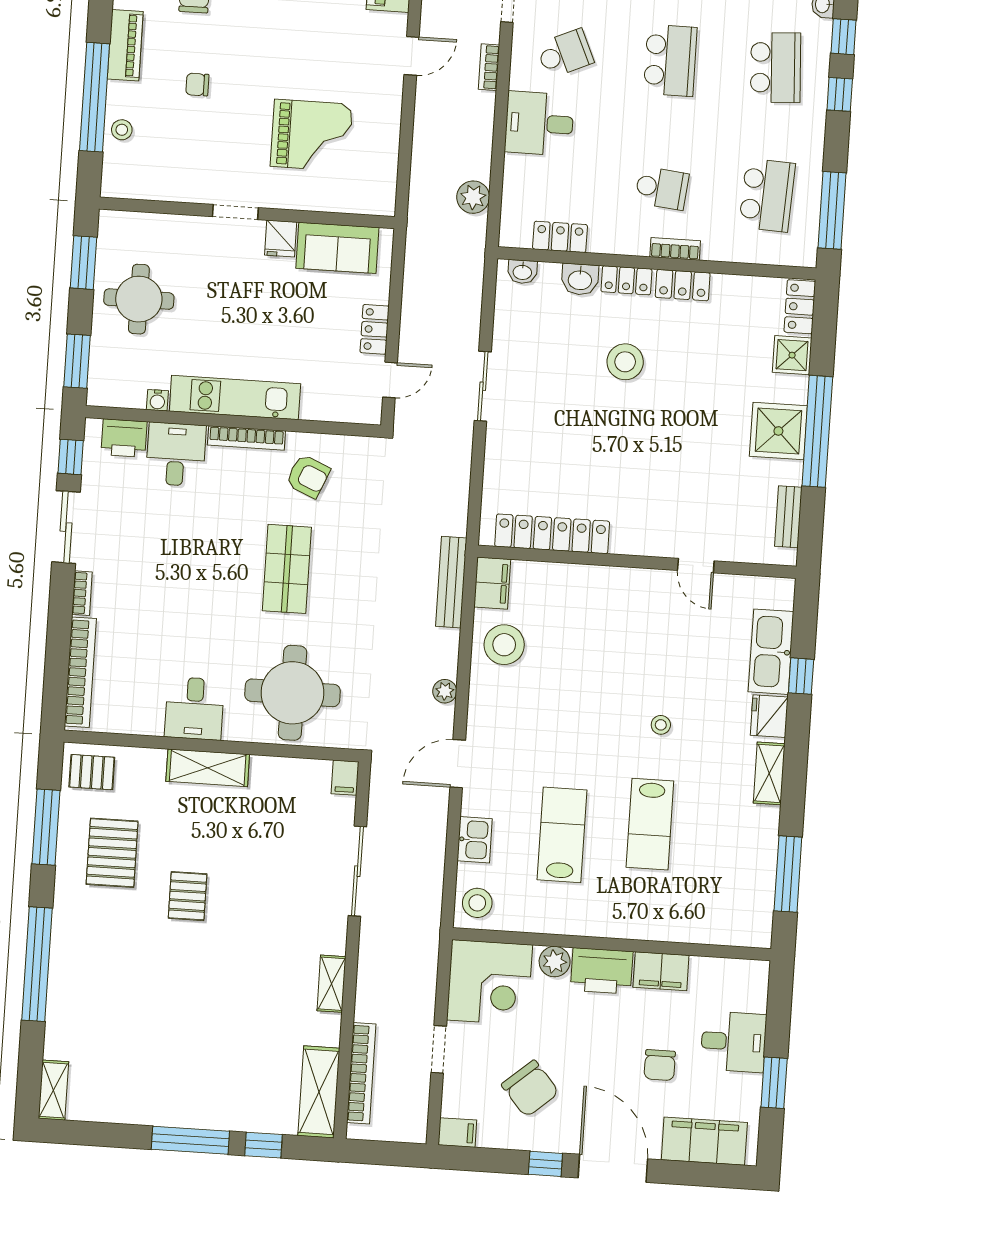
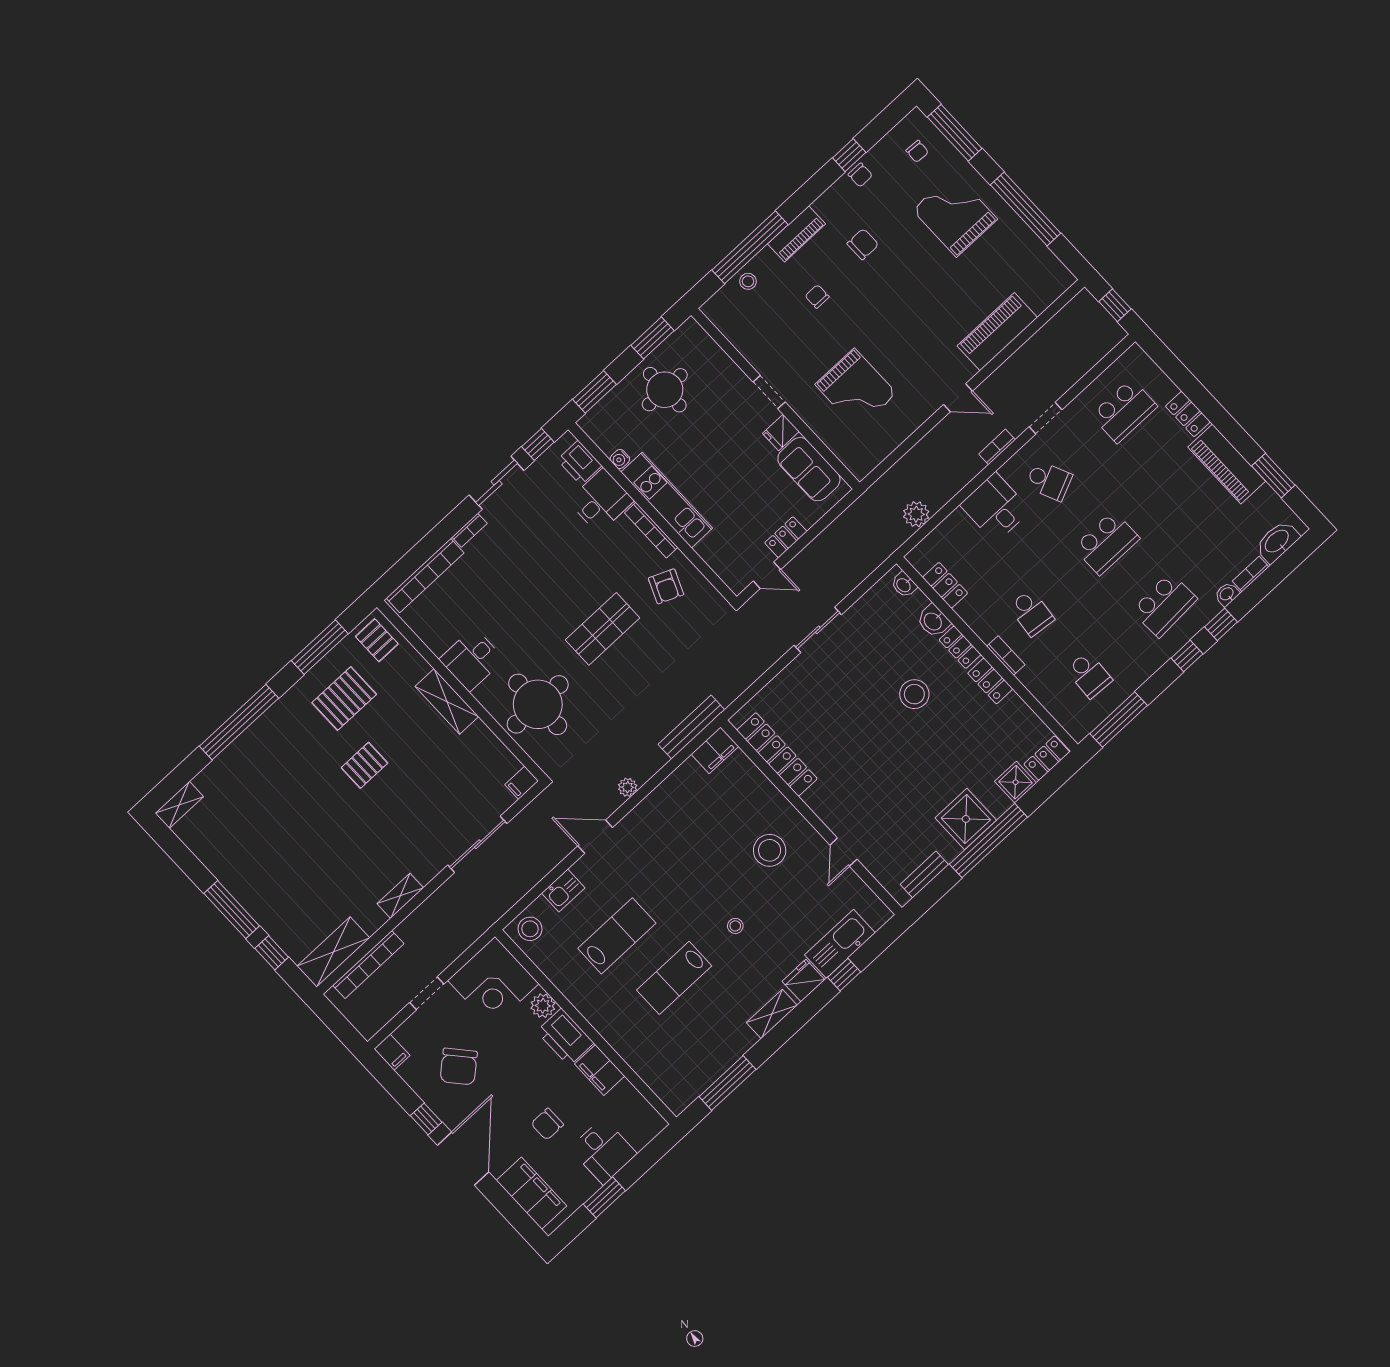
school desk: (767, 195) -> (1089, 675), width x0.54
stool: (504, 645) -> (770, 850), moved

